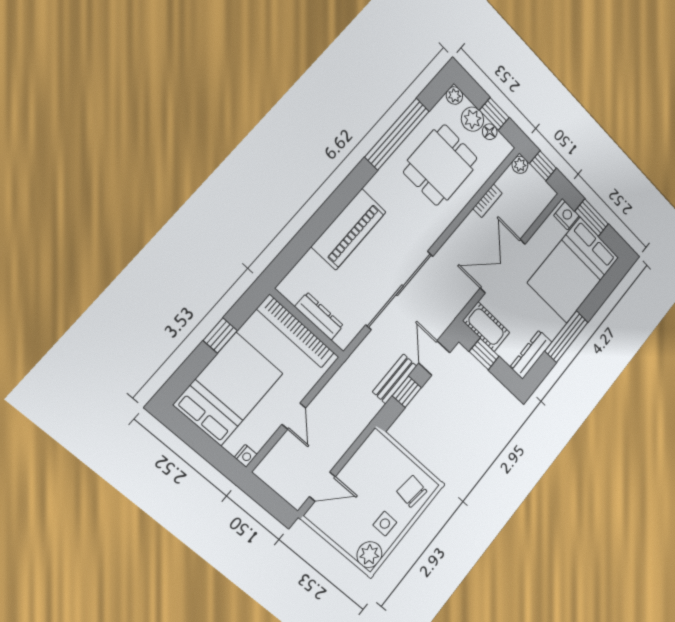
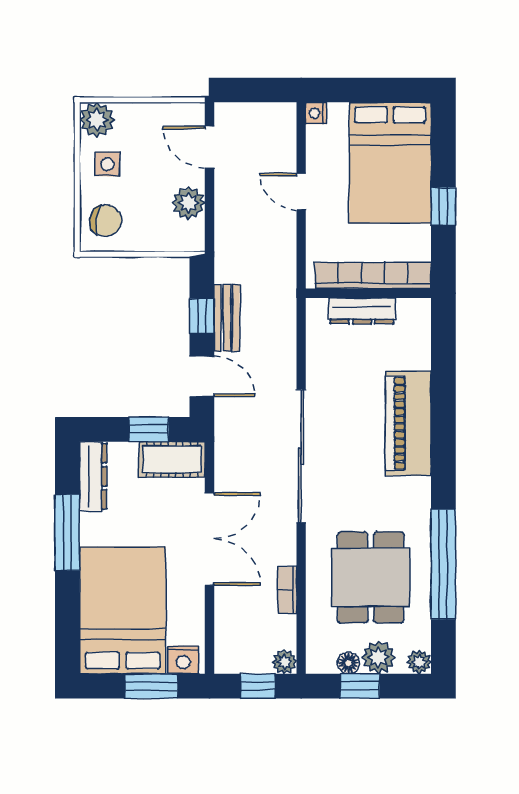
sliding door: (400, 290) -> (301, 456), moved
plant: (360, 463) -> (189, 203), added
door: (322, 487) -> (209, 147), hinge flipped

